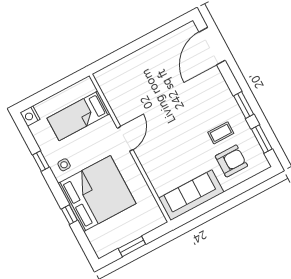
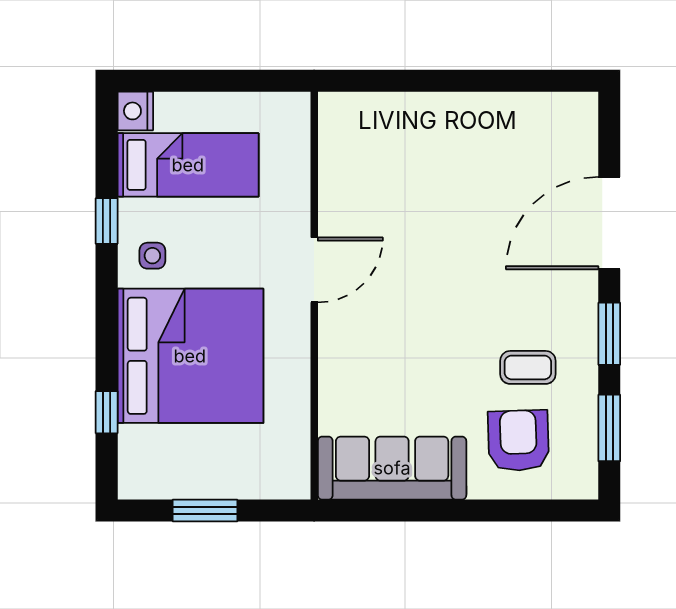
door: (212, 46) -> (609, 223), moved
bed: (78, 116) -> (188, 165), moved, turned 180
armchair: (231, 161) -> (518, 441), turned -92
window: (69, 215) -> (107, 412), moved

